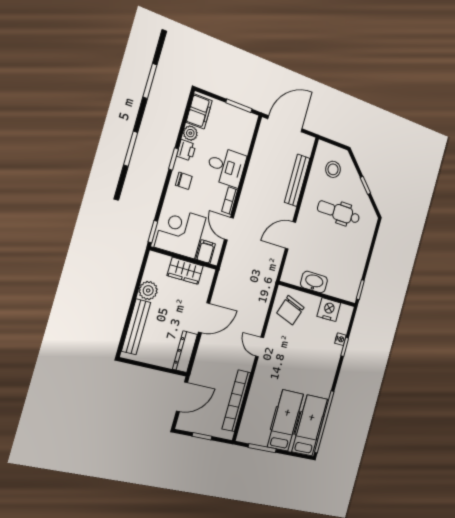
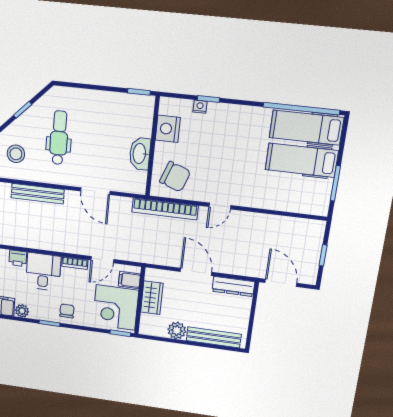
printer: (186, 150) -> (18, 258), moved, turned 180
dental chair: (339, 212) -> (59, 138), turned 180
bookcase: (236, 401) -> (165, 209), moved

